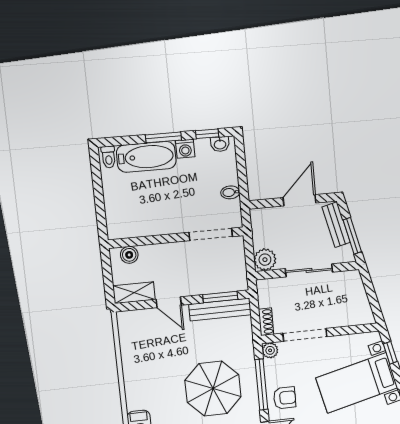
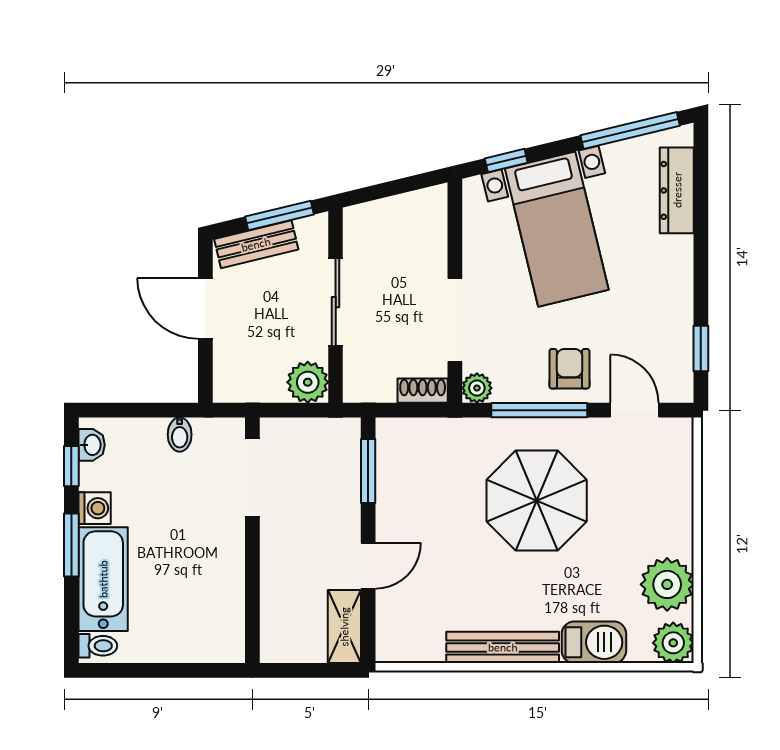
boiler: (129, 255) -> (275, 628), removed
bench: (220, 309) -> (503, 647), moved, turned 90

